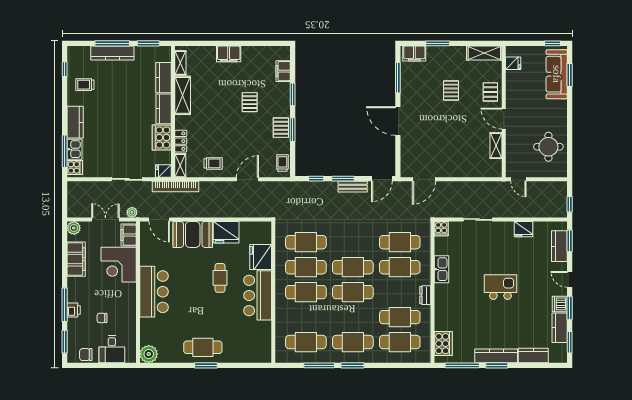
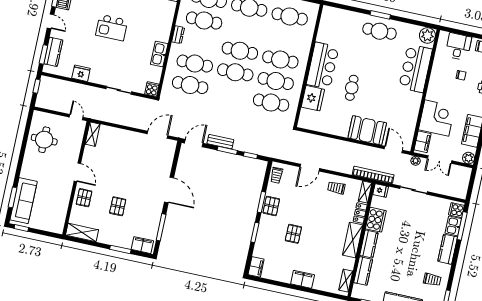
fridge: (513, 63) -> (59, 218), removed
filing cabinet: (283, 71) -> (256, 267), moved
shelving: (183, 95) -> (353, 240), moved
shelving: (496, 146) -> (93, 134), moved
fridge: (226, 232) -> (338, 126), removed
bar counter: (154, 292) -> (416, 68), moved

